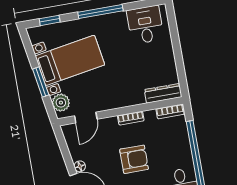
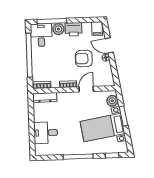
desk: (145, 25) -> (46, 133), moved, turned 90
door: (86, 117) -> (86, 89), moved
armchair: (134, 159) -> (84, 59), moved

